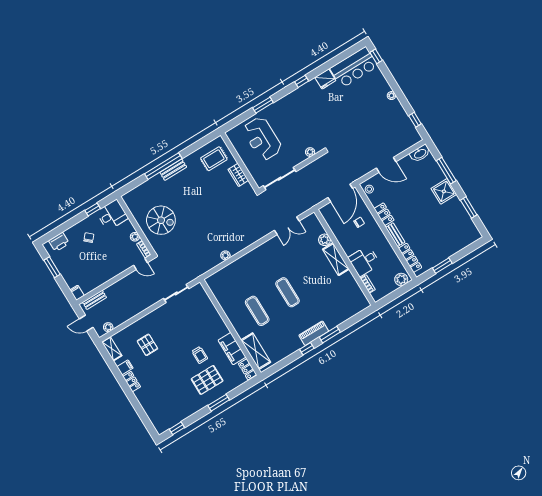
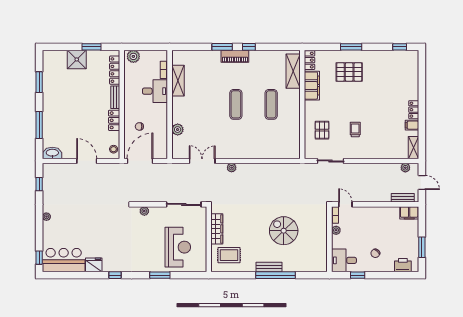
wardrobe: (238, 175) -> (217, 229), width x1.50
shower: (444, 191) -> (77, 59), moved
spiral stairs: (161, 220) -> (284, 231), moved
plant: (225, 255) -> (232, 168), moved
shelving: (336, 259) -> (178, 81), moved
filing cabinet: (77, 293) -> (409, 213), width x2.00
pallet: (147, 345) -> (322, 130), moved
trolley: (200, 355) -> (355, 130), moved

